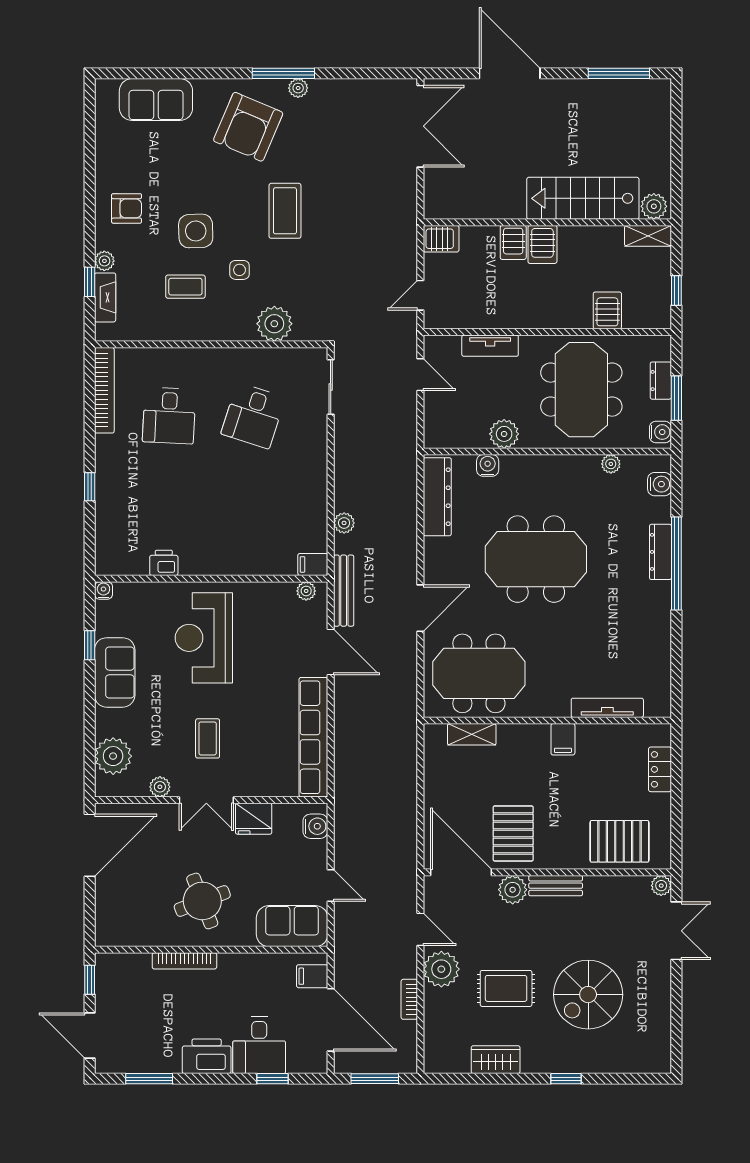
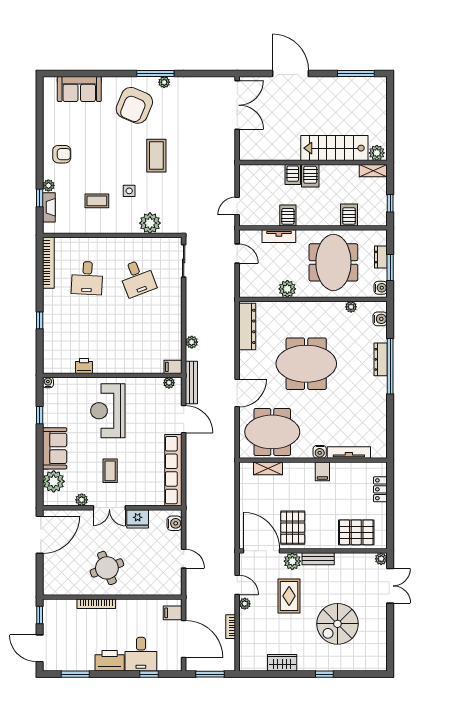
side table: (196, 231) -> (103, 168), removed
server rack: (441, 239) -> (288, 216), moved, turned -90
desk: (253, 416) -> (137, 278), turned -39
water cooler: (488, 465) -> (320, 452), moved, turned 180
sofa: (115, 672) -> (55, 448), moved
sofa: (292, 926) -> (161, 583), removed
plant: (441, 969) -> (245, 604), width x0.53, depth x0.53
rug: (506, 988) -> (289, 596), moved, turned 90

